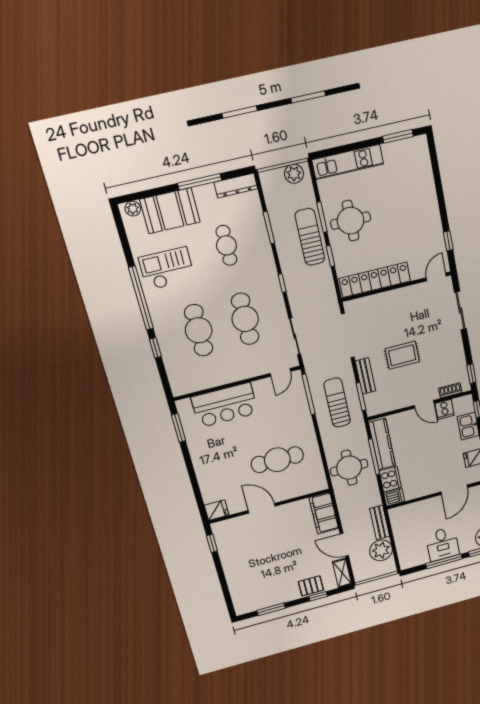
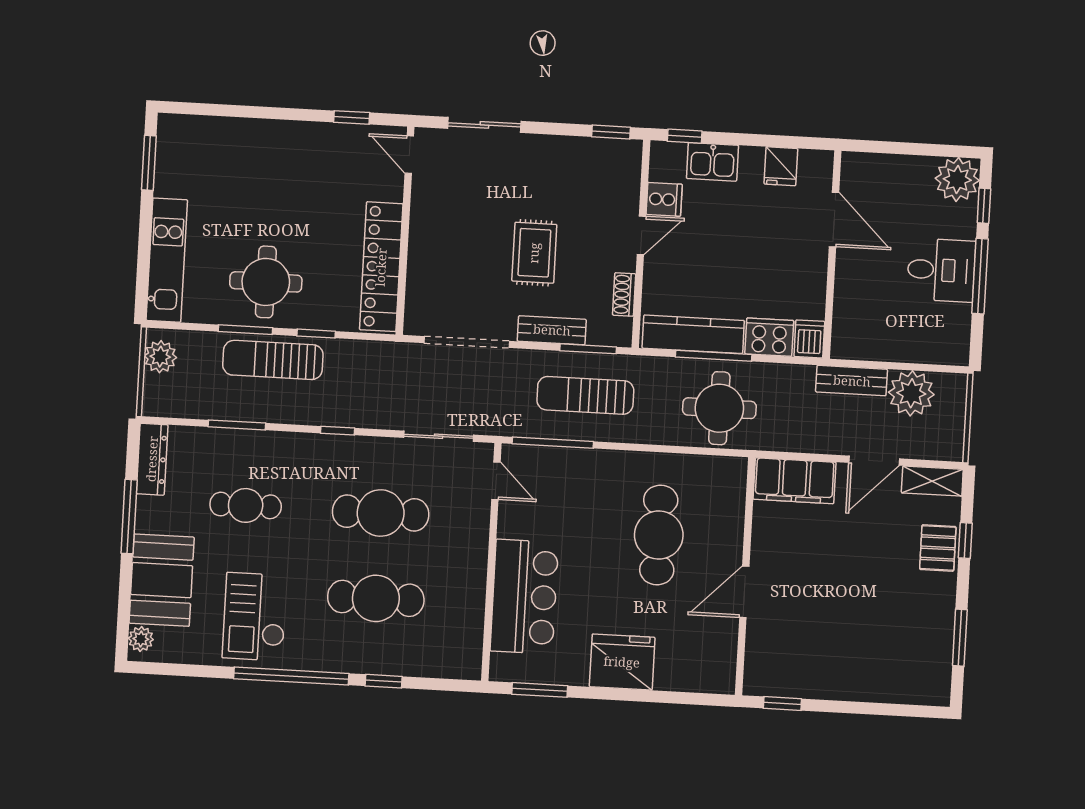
shoe rack: (450, 390) -> (624, 294), moved
fridge: (217, 510) -> (622, 662), moved, width x1.88, depth x1.34

